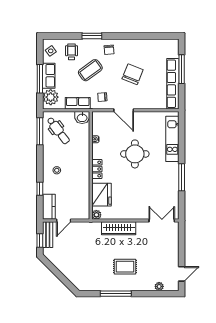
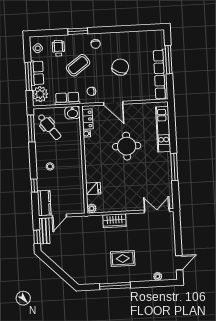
locker: (97, 169) -> (87, 119), moved
fridge: (101, 195) -> (93, 188), width x0.53, depth x0.75
wardrobe: (119, 228) -> (114, 221), width x0.67

